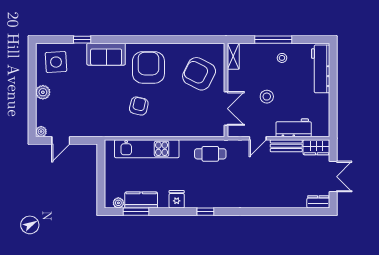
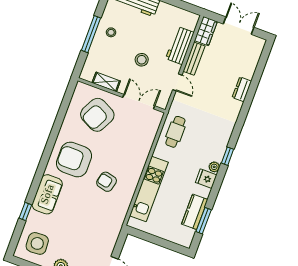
shelving: (233, 56) -> (106, 82), moved
dresser: (318, 202) -> (242, 89), moved
plant: (118, 203) -> (214, 167), moved

